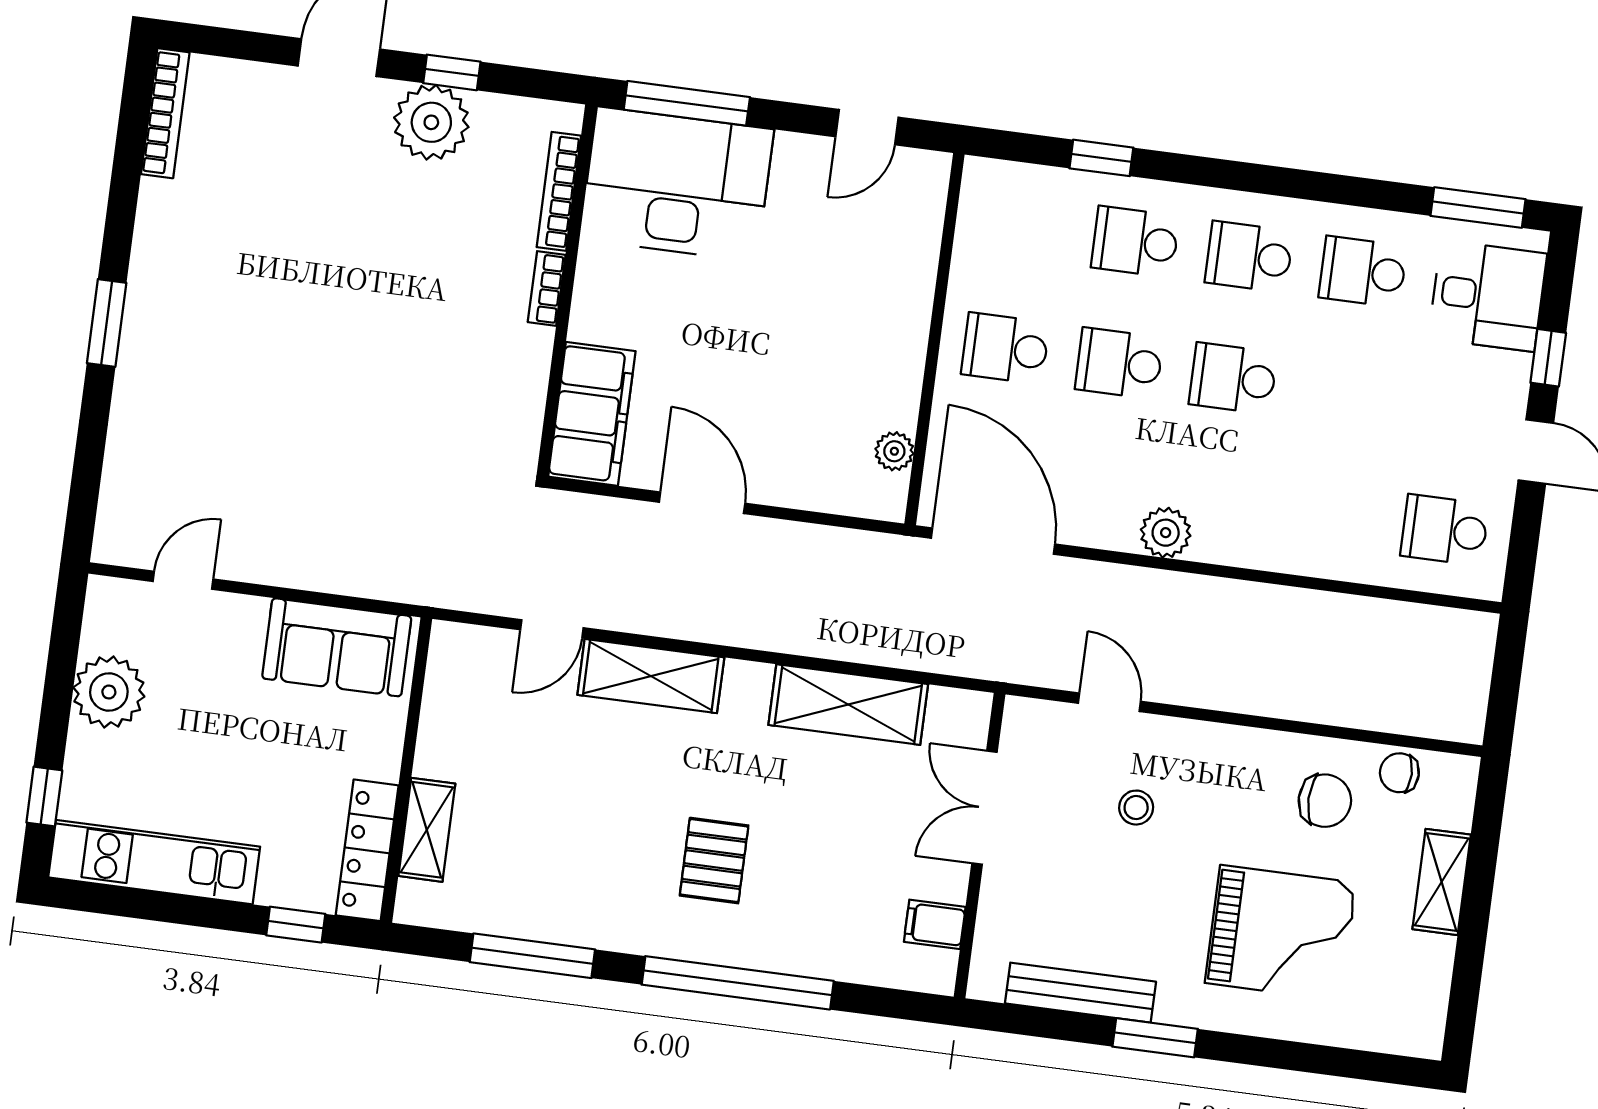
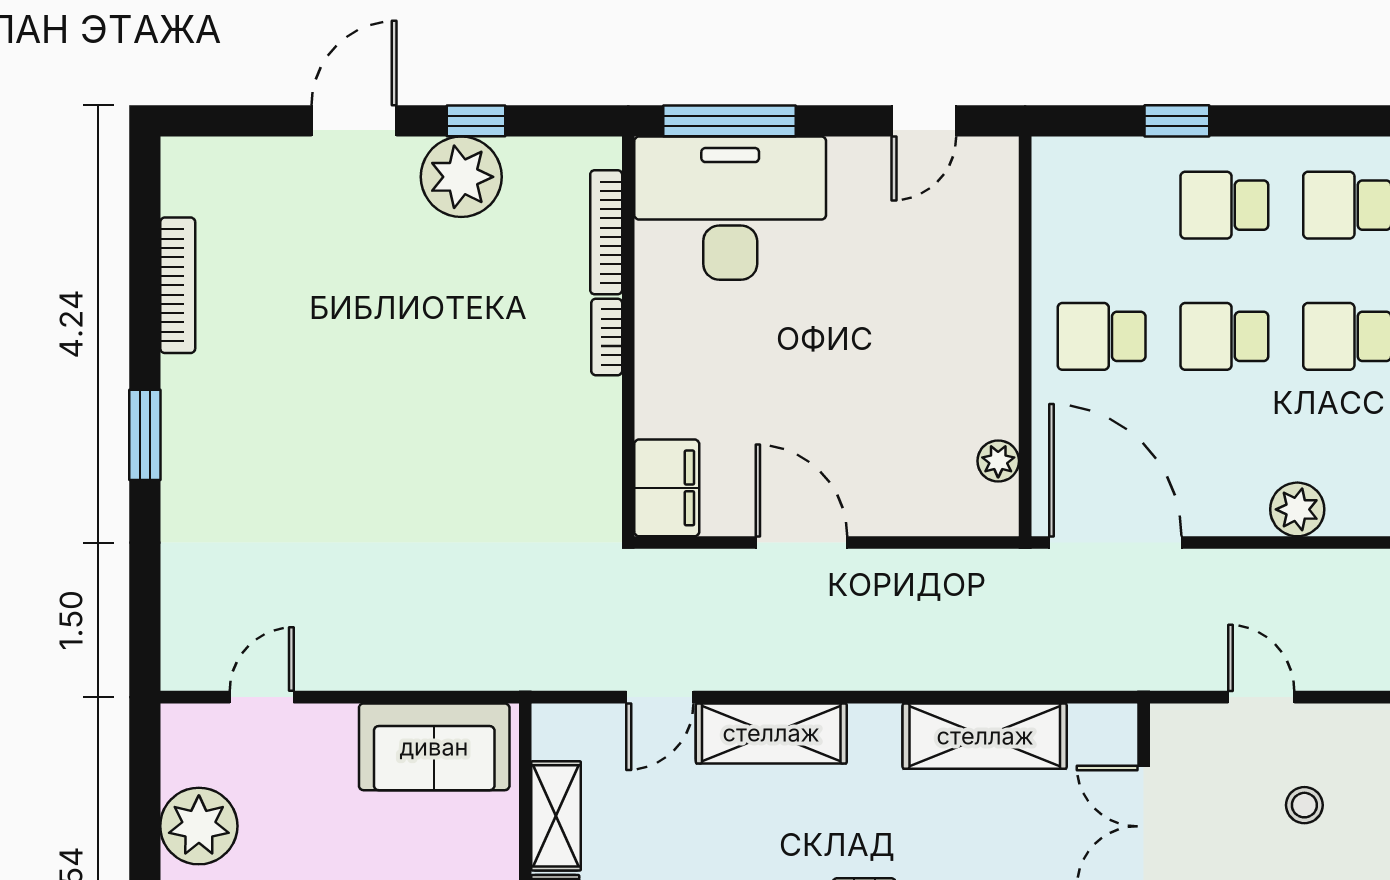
bookcase: (165, 113) -> (178, 285), moved
filing cabinet: (592, 414) -> (667, 488), width x0.67, depth x0.86
shelving: (441, 726) -> (556, 816), added

